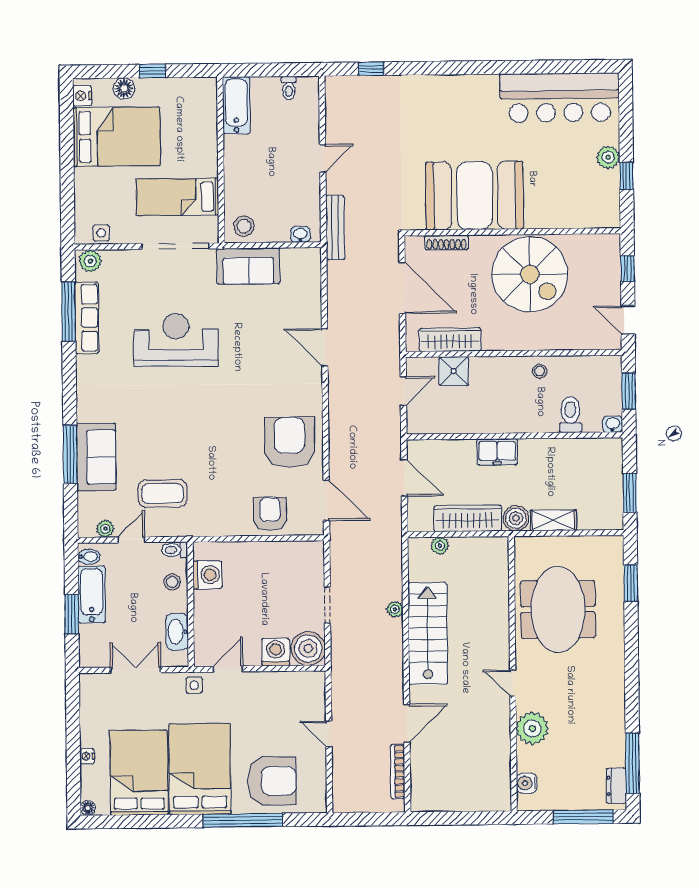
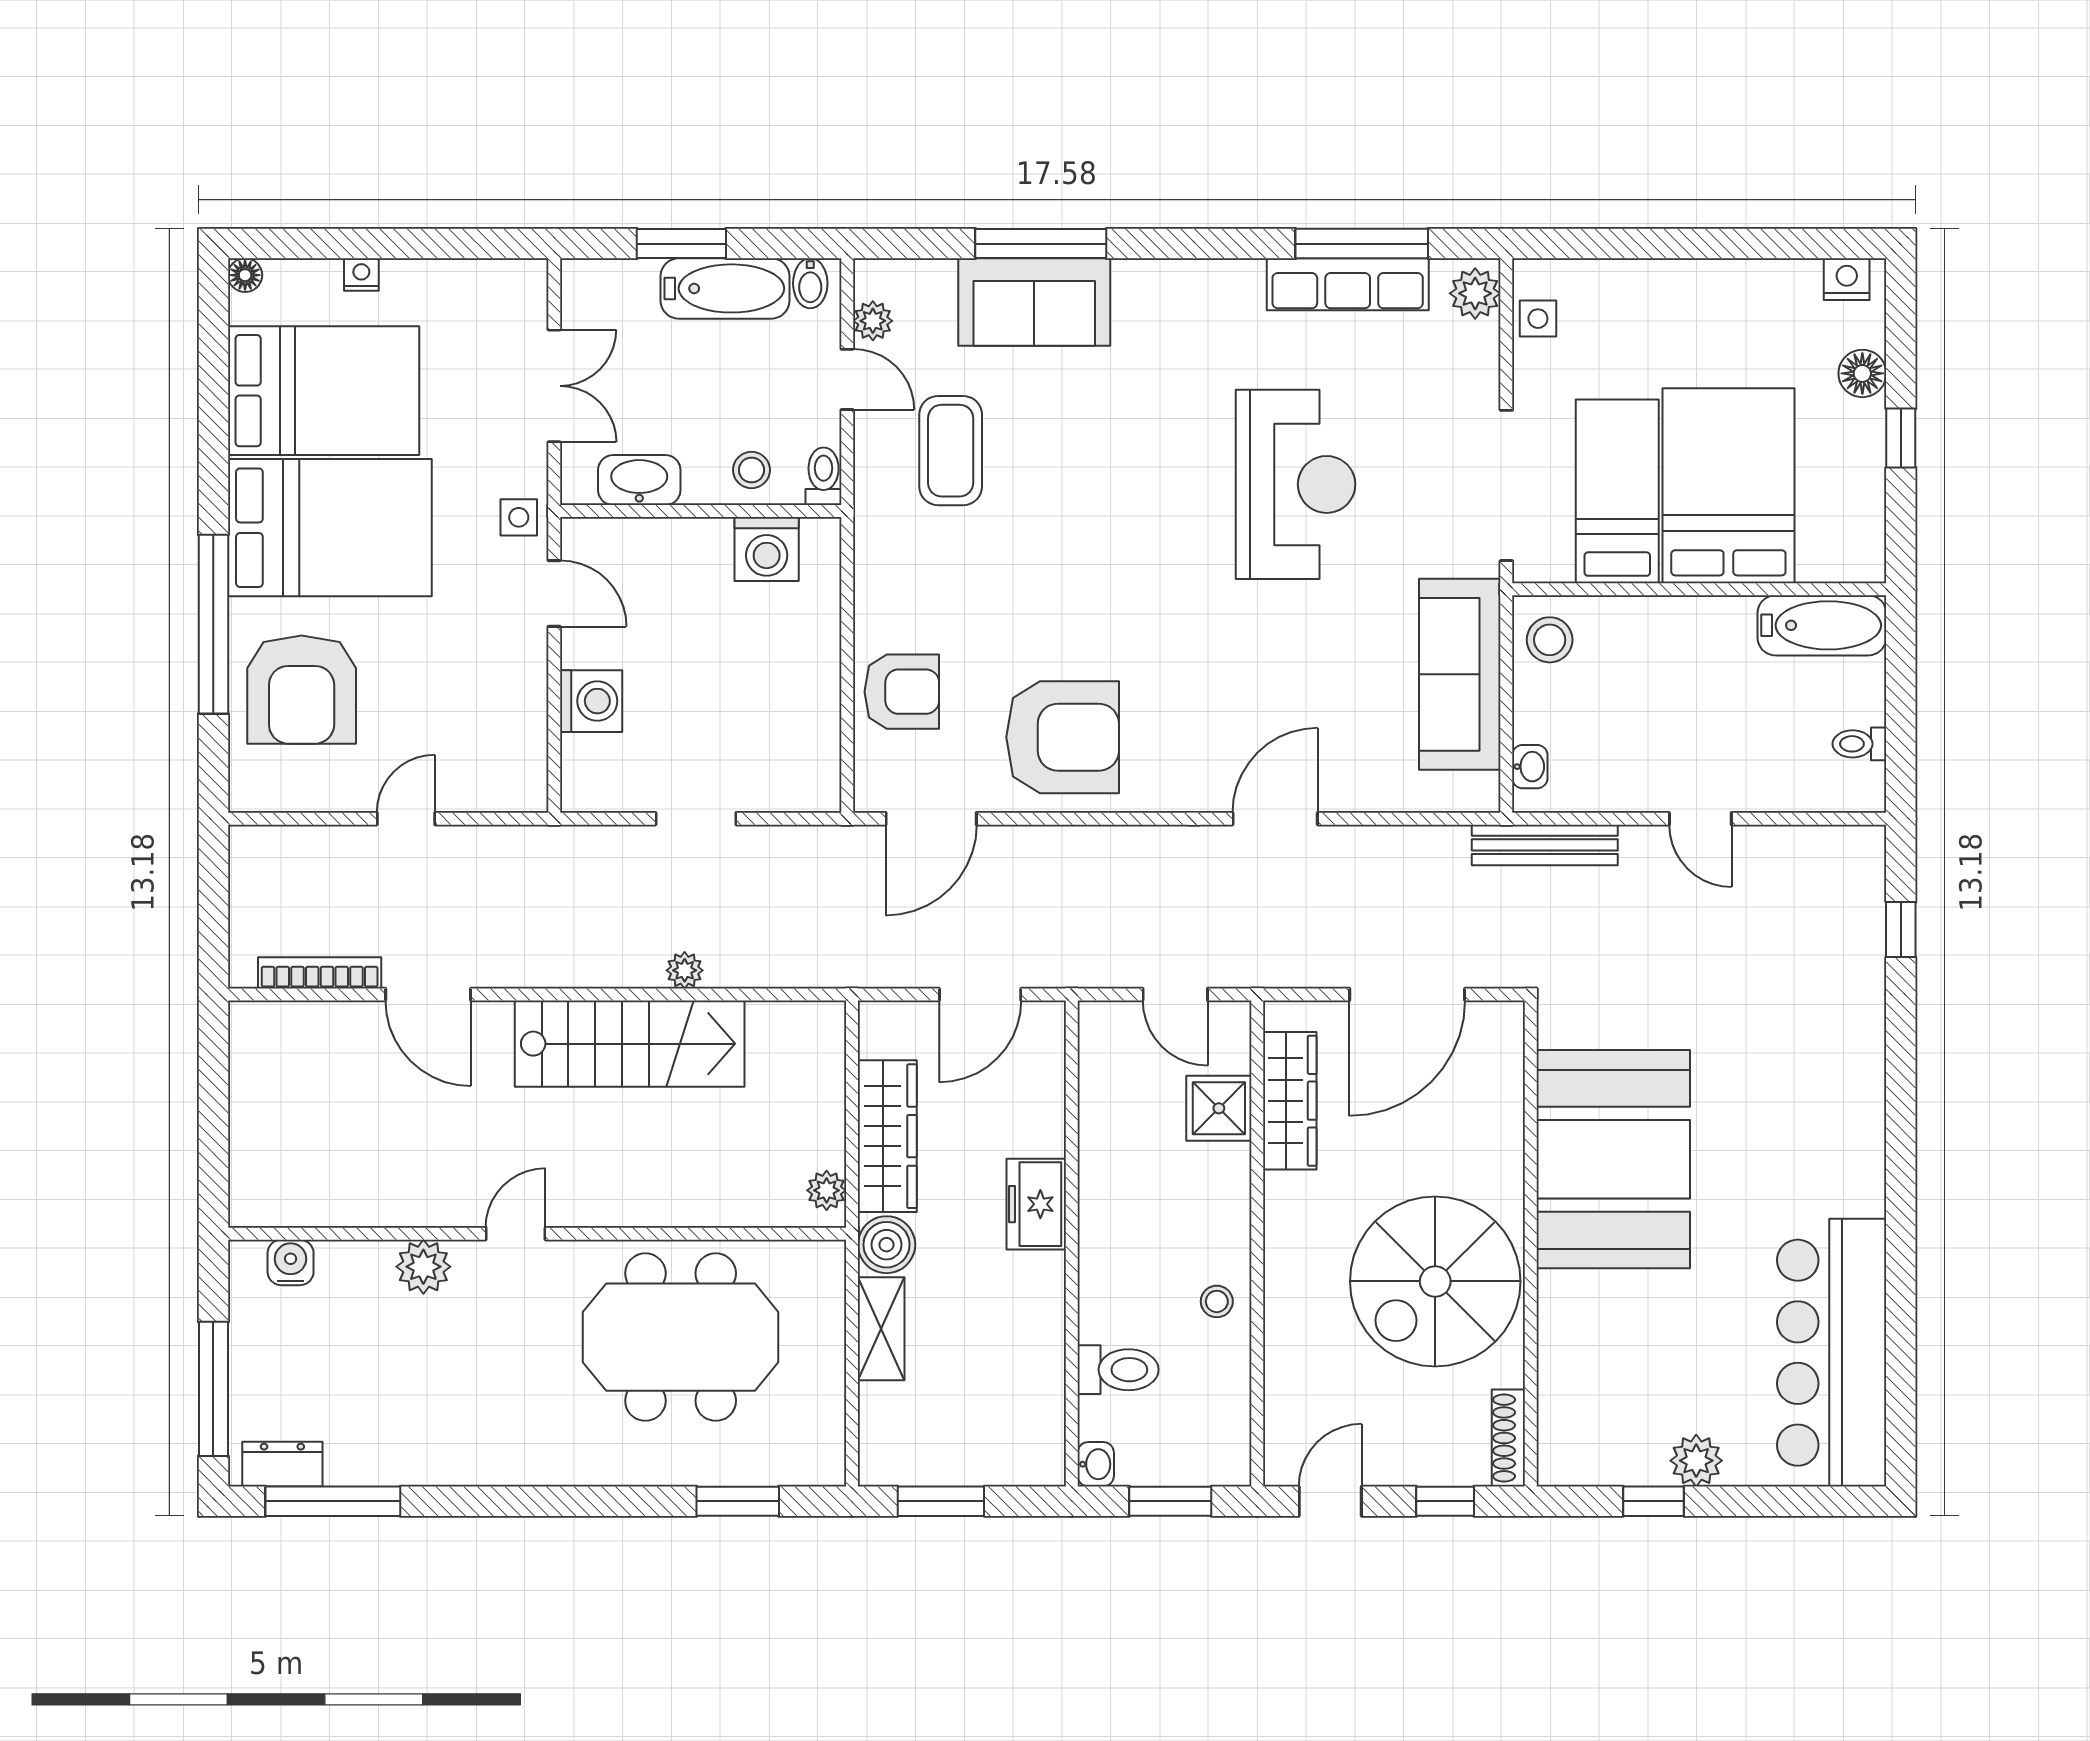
bed: (117, 137) -> (1728, 486), moved, turned 180
shoe rack: (447, 242) -> (1508, 1438), moved
sofa: (248, 266) -> (1460, 674), width x1.36
plant: (440, 546) -> (827, 1190), moved
boiler: (308, 648) -> (598, 774), removed
plant: (532, 728) -> (423, 1267), width x0.73, depth x0.73

